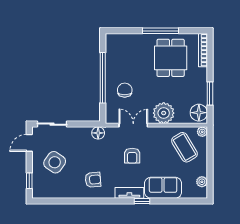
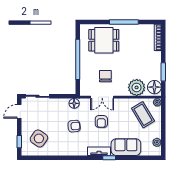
dining table: (171, 58) -> (104, 40), moved, turned 90
chair: (125, 90) -> (105, 76), moved
plant: (164, 113) -> (137, 87), moved
double door: (133, 125) -> (102, 97), swing flipped
side table: (55, 162) -> (39, 138), moved
armchair: (93, 180) -> (74, 126), moved

